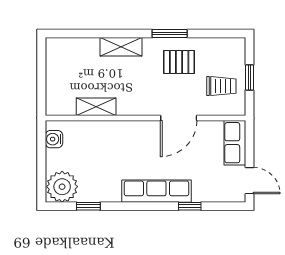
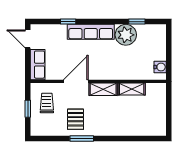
shelving: (121, 47) -> (103, 89), moved
pallet: (179, 62) -> (75, 119), turned 90
trolley: (221, 86) -> (47, 103), turned 90
plant: (62, 187) -> (126, 35), moved

